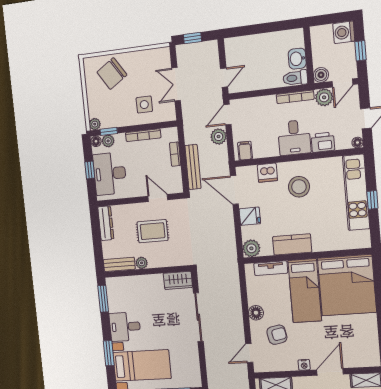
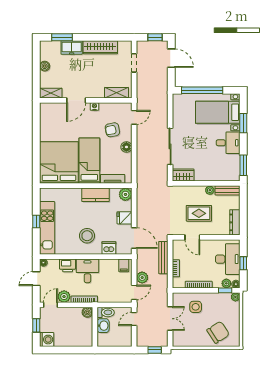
wall: (309, 55) -> (95, 327), moved
washbasin: (297, 59) -> (103, 326), moved
boiler: (321, 75) -> (87, 312), moved
toilet: (295, 78) -> (106, 312), moved

